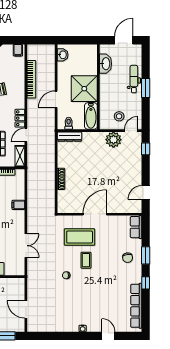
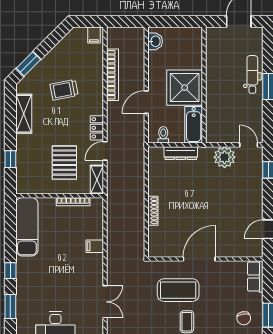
washbasin: (106, 64) -> (214, 53), removed
stool: (119, 116) -> (232, 125), removed
door: (131, 131) -> (249, 145), hinge flipped
dresser: (70, 137) -> (181, 153), moved

